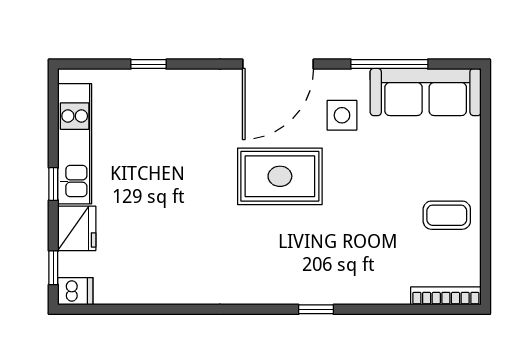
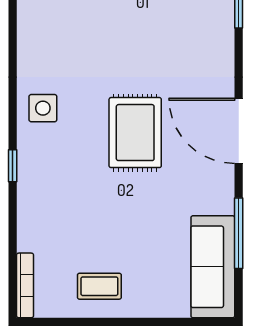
side table: (342, 115) -> (43, 108), moved
coffee table: (447, 215) -> (99, 286), turned 90

